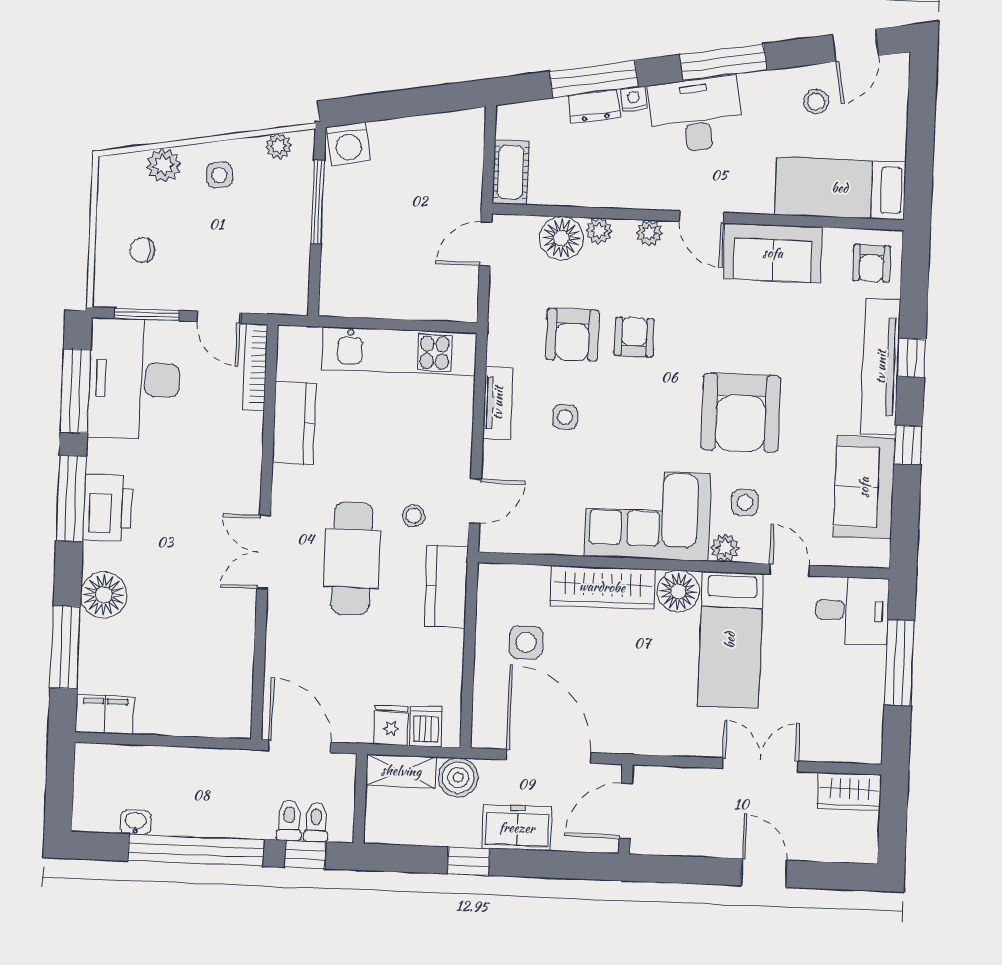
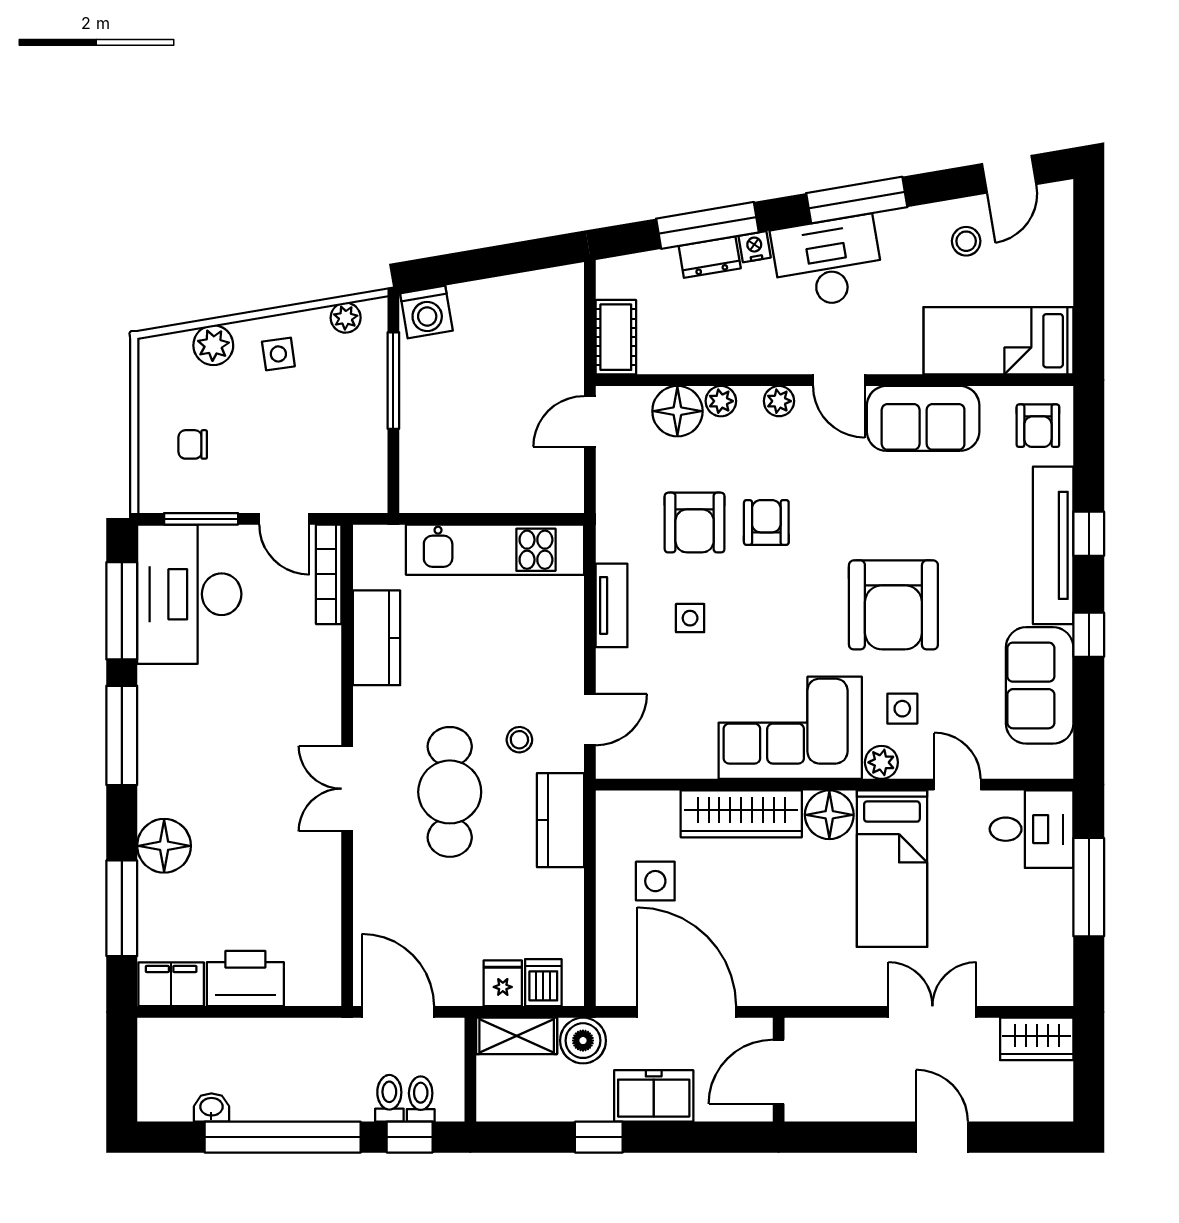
printer: (108, 508) -> (245, 979), moved, turned -90

